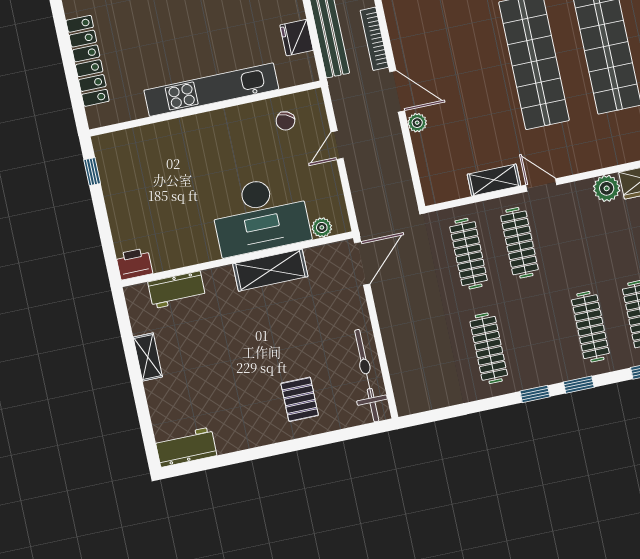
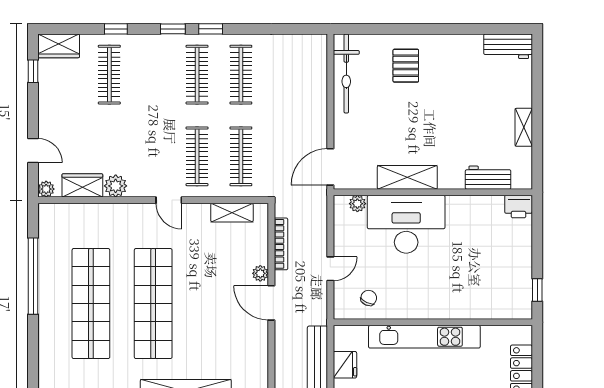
bookcase: (374, 39) -> (281, 244), moved
shelving: (494, 180) -> (232, 213), moved
clothes rail: (590, 327) -> (197, 75), moved

